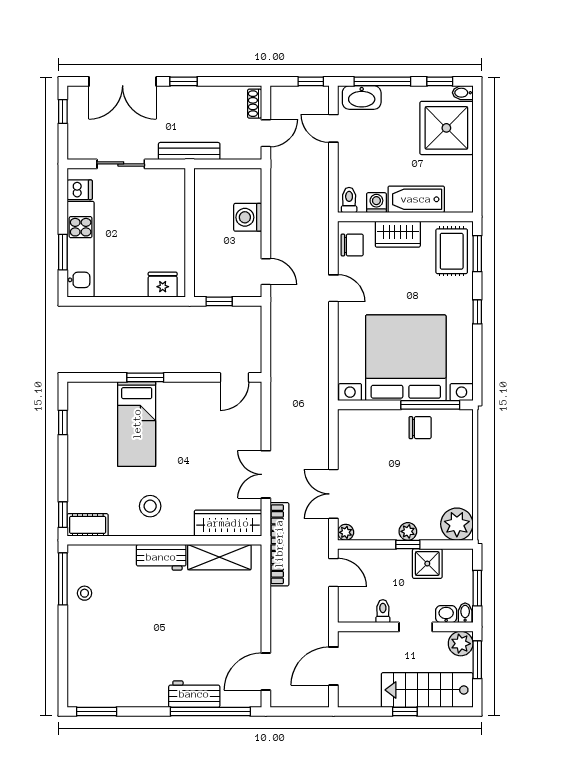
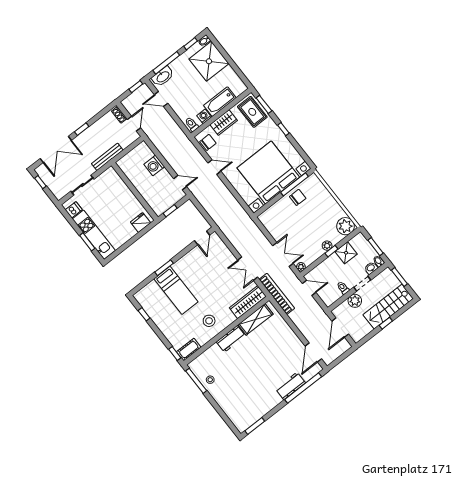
double door: (333, 494) -> (283, 254), swing flipped
plant: (461, 644) -> (355, 301), moved

